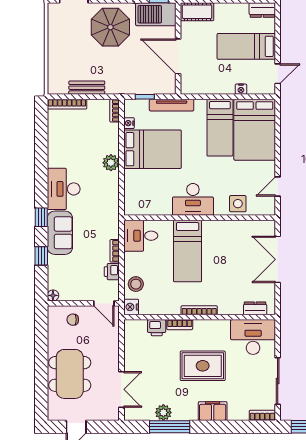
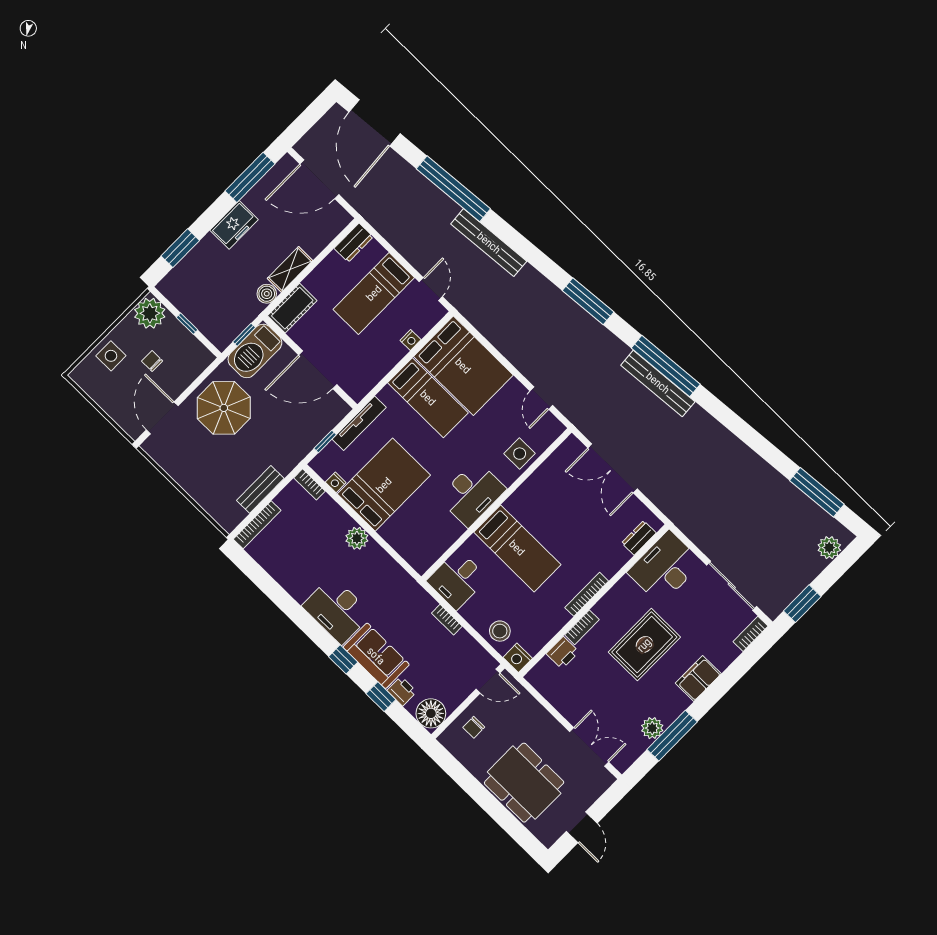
printer: (112, 272) -> (402, 691), moved, turned 180
floor lamp: (53, 295) -> (431, 713), width x1.89, depth x1.89

